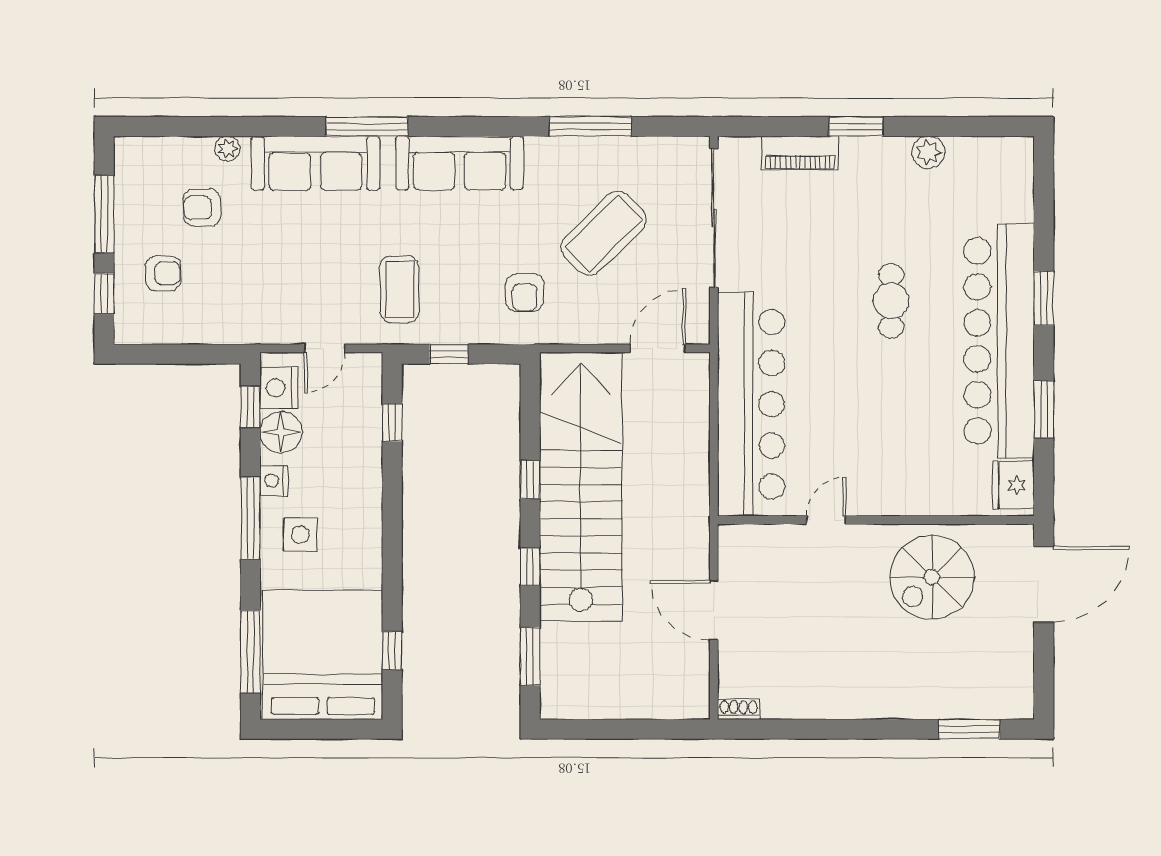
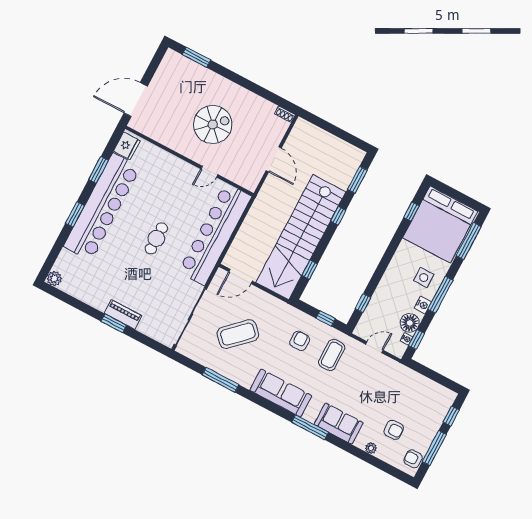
plant: (928, 152) -> (54, 279), moved
piano: (800, 153) -> (123, 314), moved
sofa: (316, 163) -> (339, 423), width x0.73
armchair: (163, 273) -> (413, 459), moved
armchair: (525, 293) -> (300, 341), moved
cafe table: (891, 301) -> (156, 238), moved
nightstand: (279, 388) -> (407, 339), width x0.53, depth x0.56
window: (530, 480) -> (310, 270), moved
spiral stairs: (932, 577) -> (213, 125), moved

